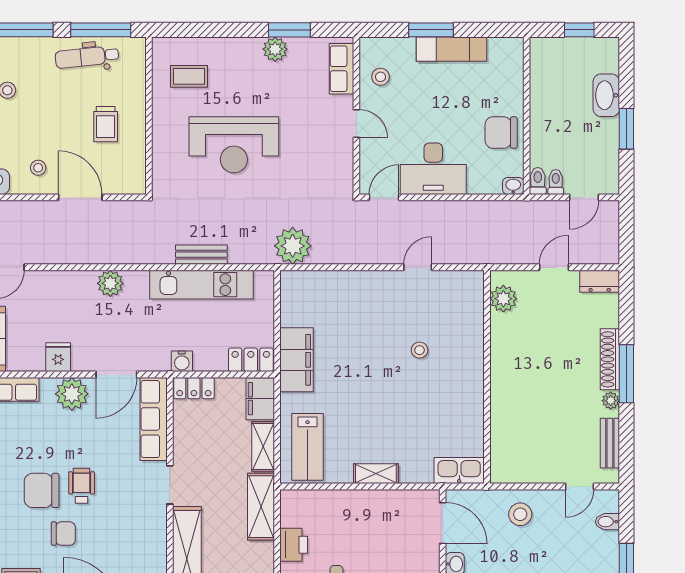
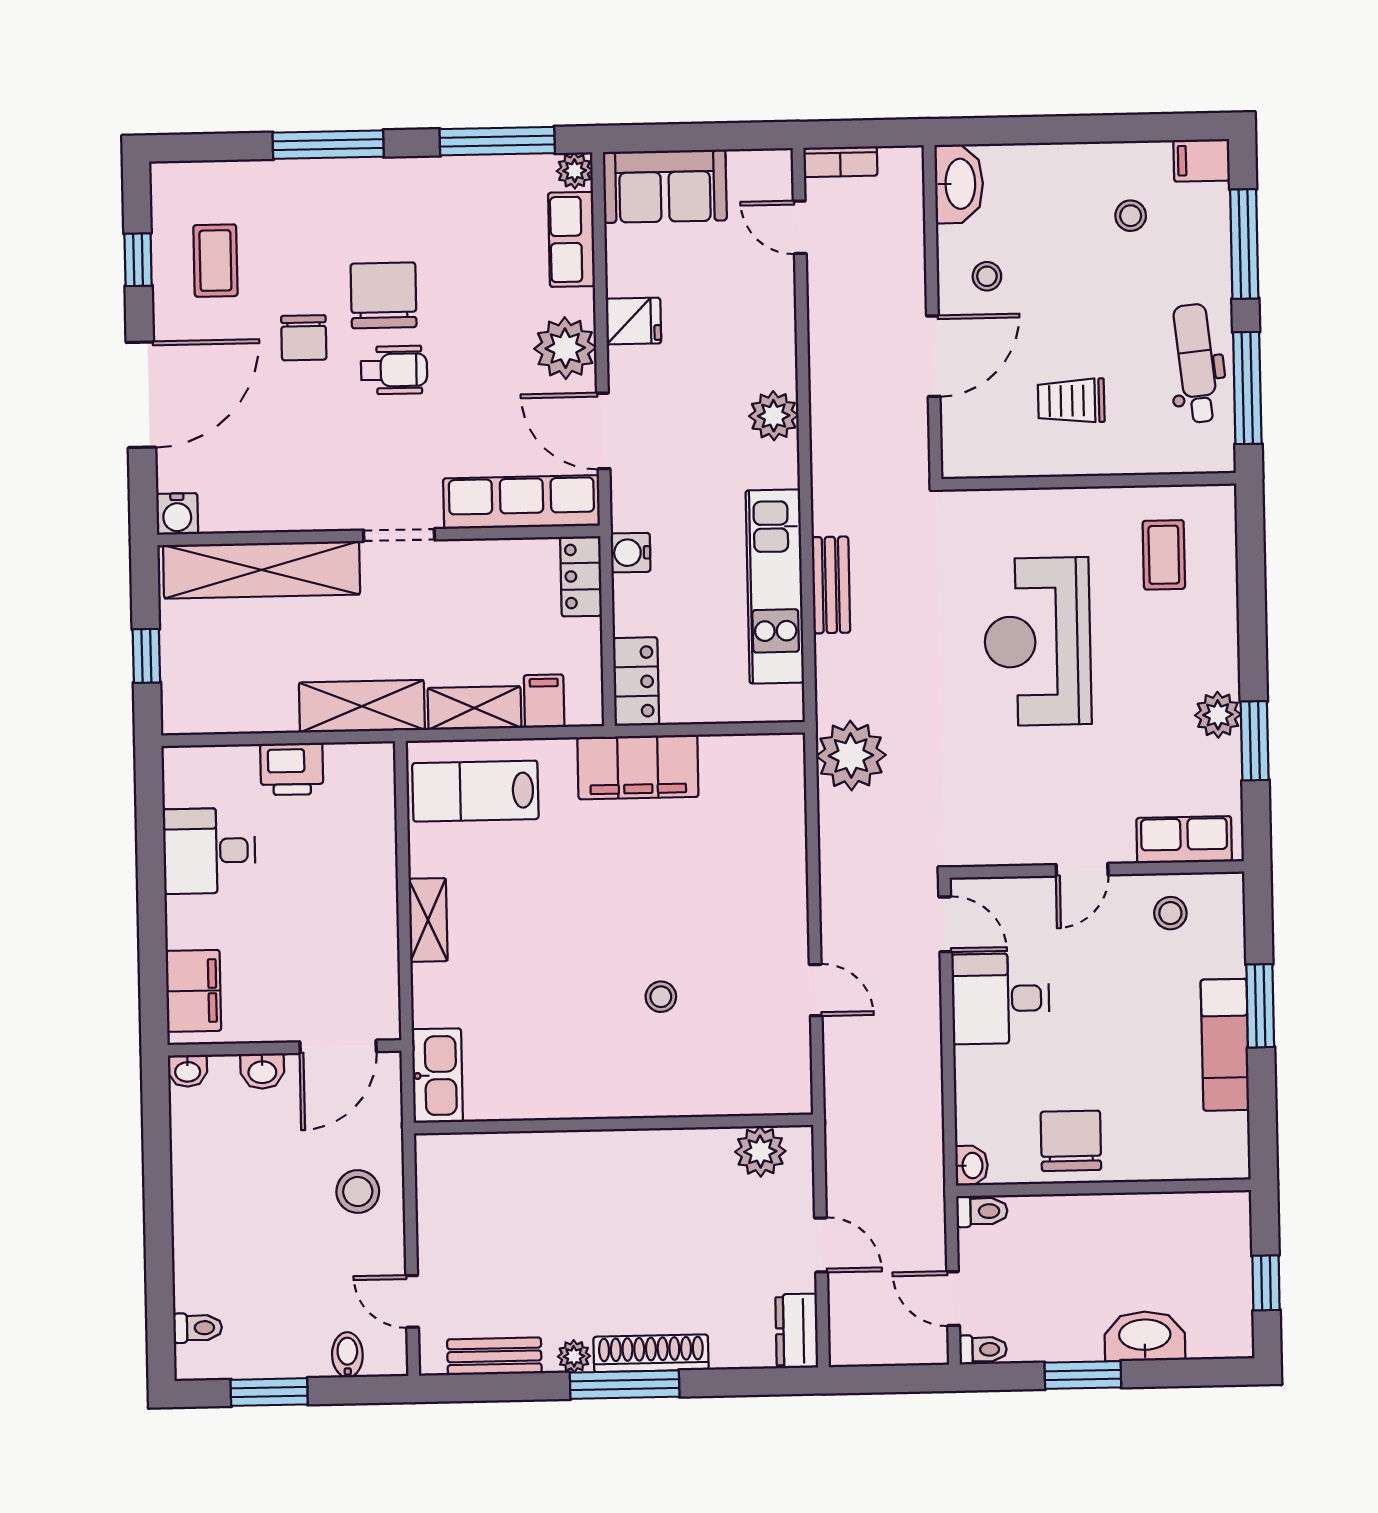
desk: (433, 169) -> (1000, 999), width x0.73
toilet: (556, 182) -> (983, 1350), moved
filing cabinet: (260, 399) -> (544, 701), width x0.50

